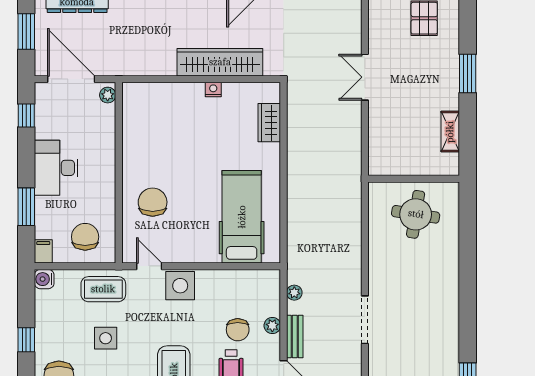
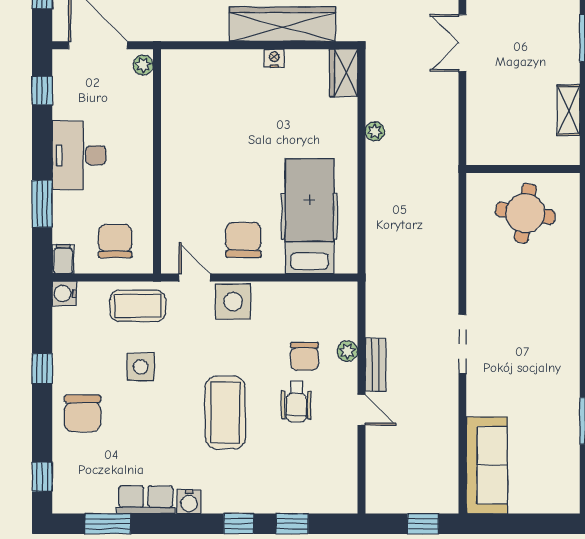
wardrobe: (269, 123) -> (344, 73), moved
chair: (153, 202) -> (243, 240), moved
plant: (294, 293) -> (375, 131), moved

